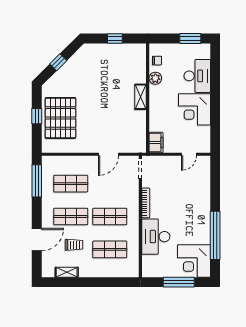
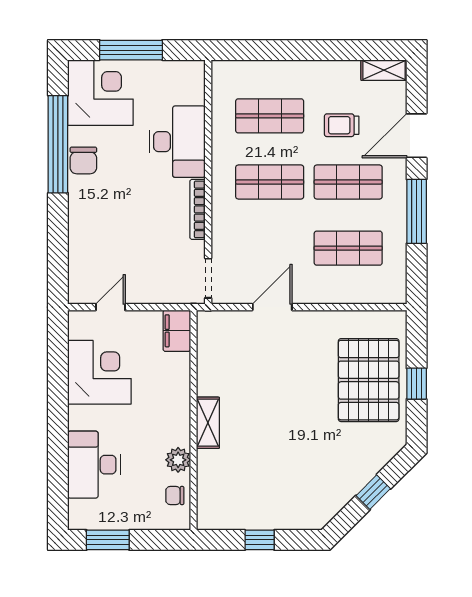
corner desk: (195, 109) -> (99, 372), moved
window: (37, 181) -> (417, 211), moved
chair: (202, 227) -> (83, 160), added
shelving: (67, 272) -> (384, 70), moved

